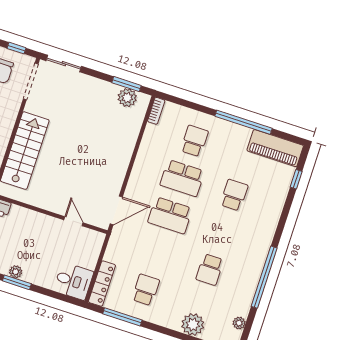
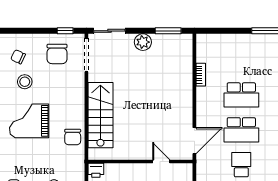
plant: (127, 98) -> (143, 42), moved
bookcase: (156, 111) -> (201, 75), moved
school desk: (194, 141) -> (241, 165), moved

